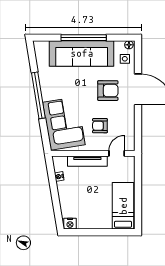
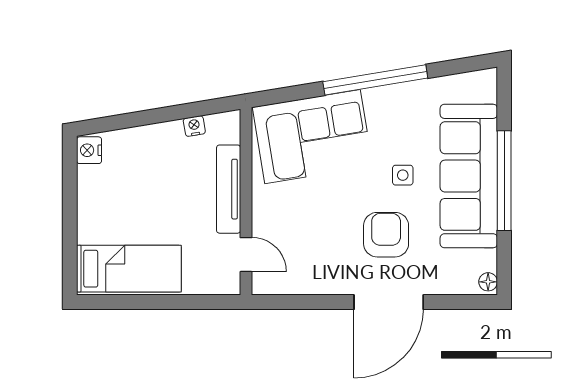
side table: (125, 59) -> (403, 175), moved
armchair: (108, 91) -> (386, 235), turned 180
armchair: (100, 126) -> (308, 217), removed

